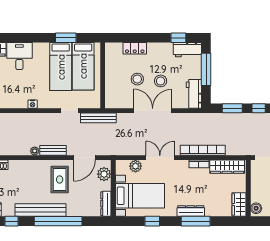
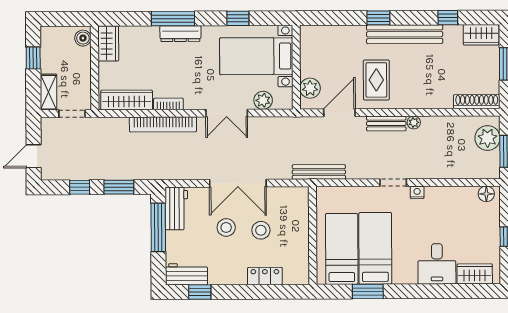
window: (206, 69) -> (158, 227), moved
doorway: (69, 111) -> (393, 183), moved
dresser: (106, 204) -> (307, 44), removed
window: (58, 221) -> (378, 18), width x0.32

